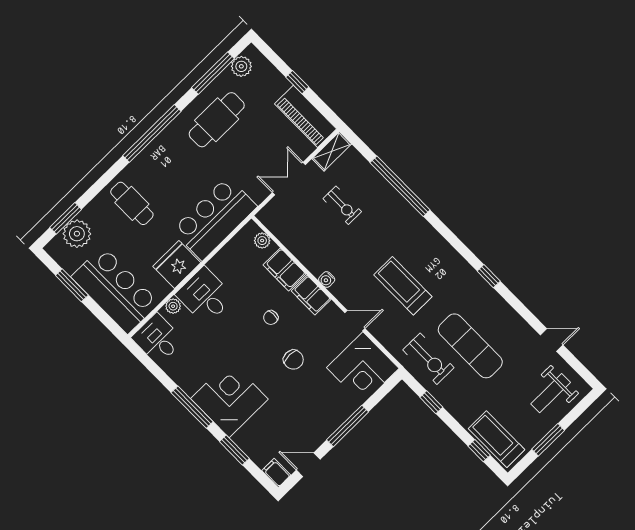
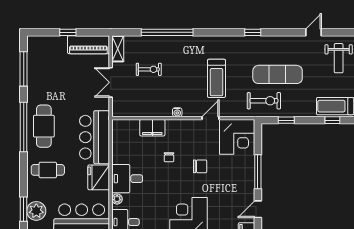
plant: (241, 66) -> (34, 52), removed
cafe table: (217, 120) -> (44, 126), moved
plant: (262, 241) -> (128, 125), removed
treadmill: (403, 286) -> (216, 78), turned -90
filing cabinet: (311, 295) -> (177, 127), removed

